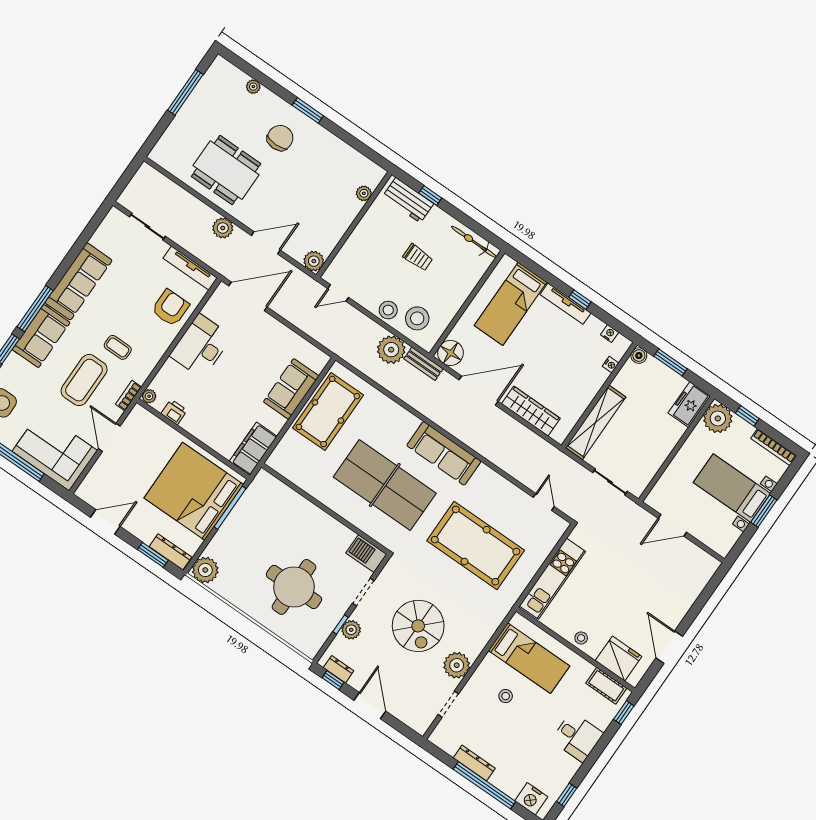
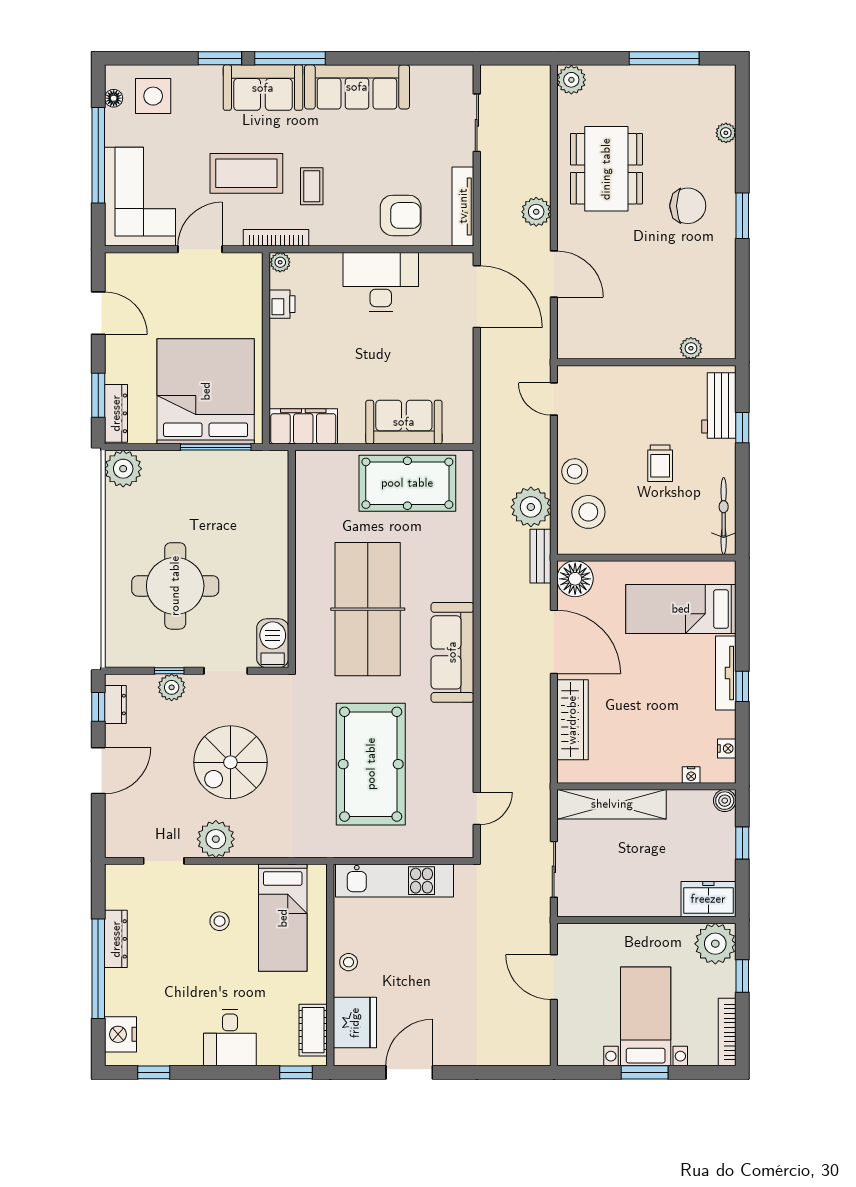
plant: (314, 261) -> (571, 80), moved
window: (670, 362) -> (742, 843), width x0.67
bookcase: (129, 396) -> (276, 238), width x1.56

